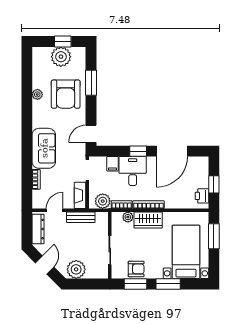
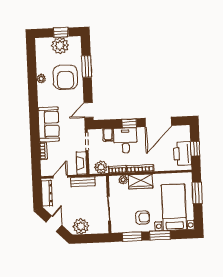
printer: (202, 196) -> (183, 154), width x1.87, depth x1.48
armchair: (136, 269) -> (143, 218), moved

